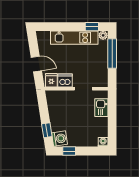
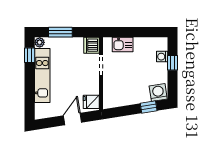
window: (112, 53) -> (60, 32), width x0.69
dishwasher: (65, 81) -> (92, 45), moved
washing machine: (103, 142) -> (162, 57), moved
window: (69, 151) -> (172, 63), moved

